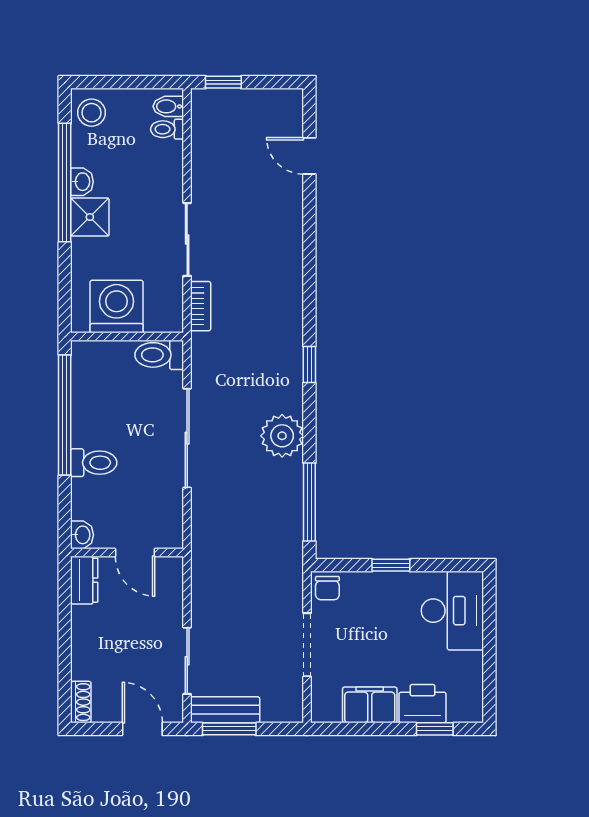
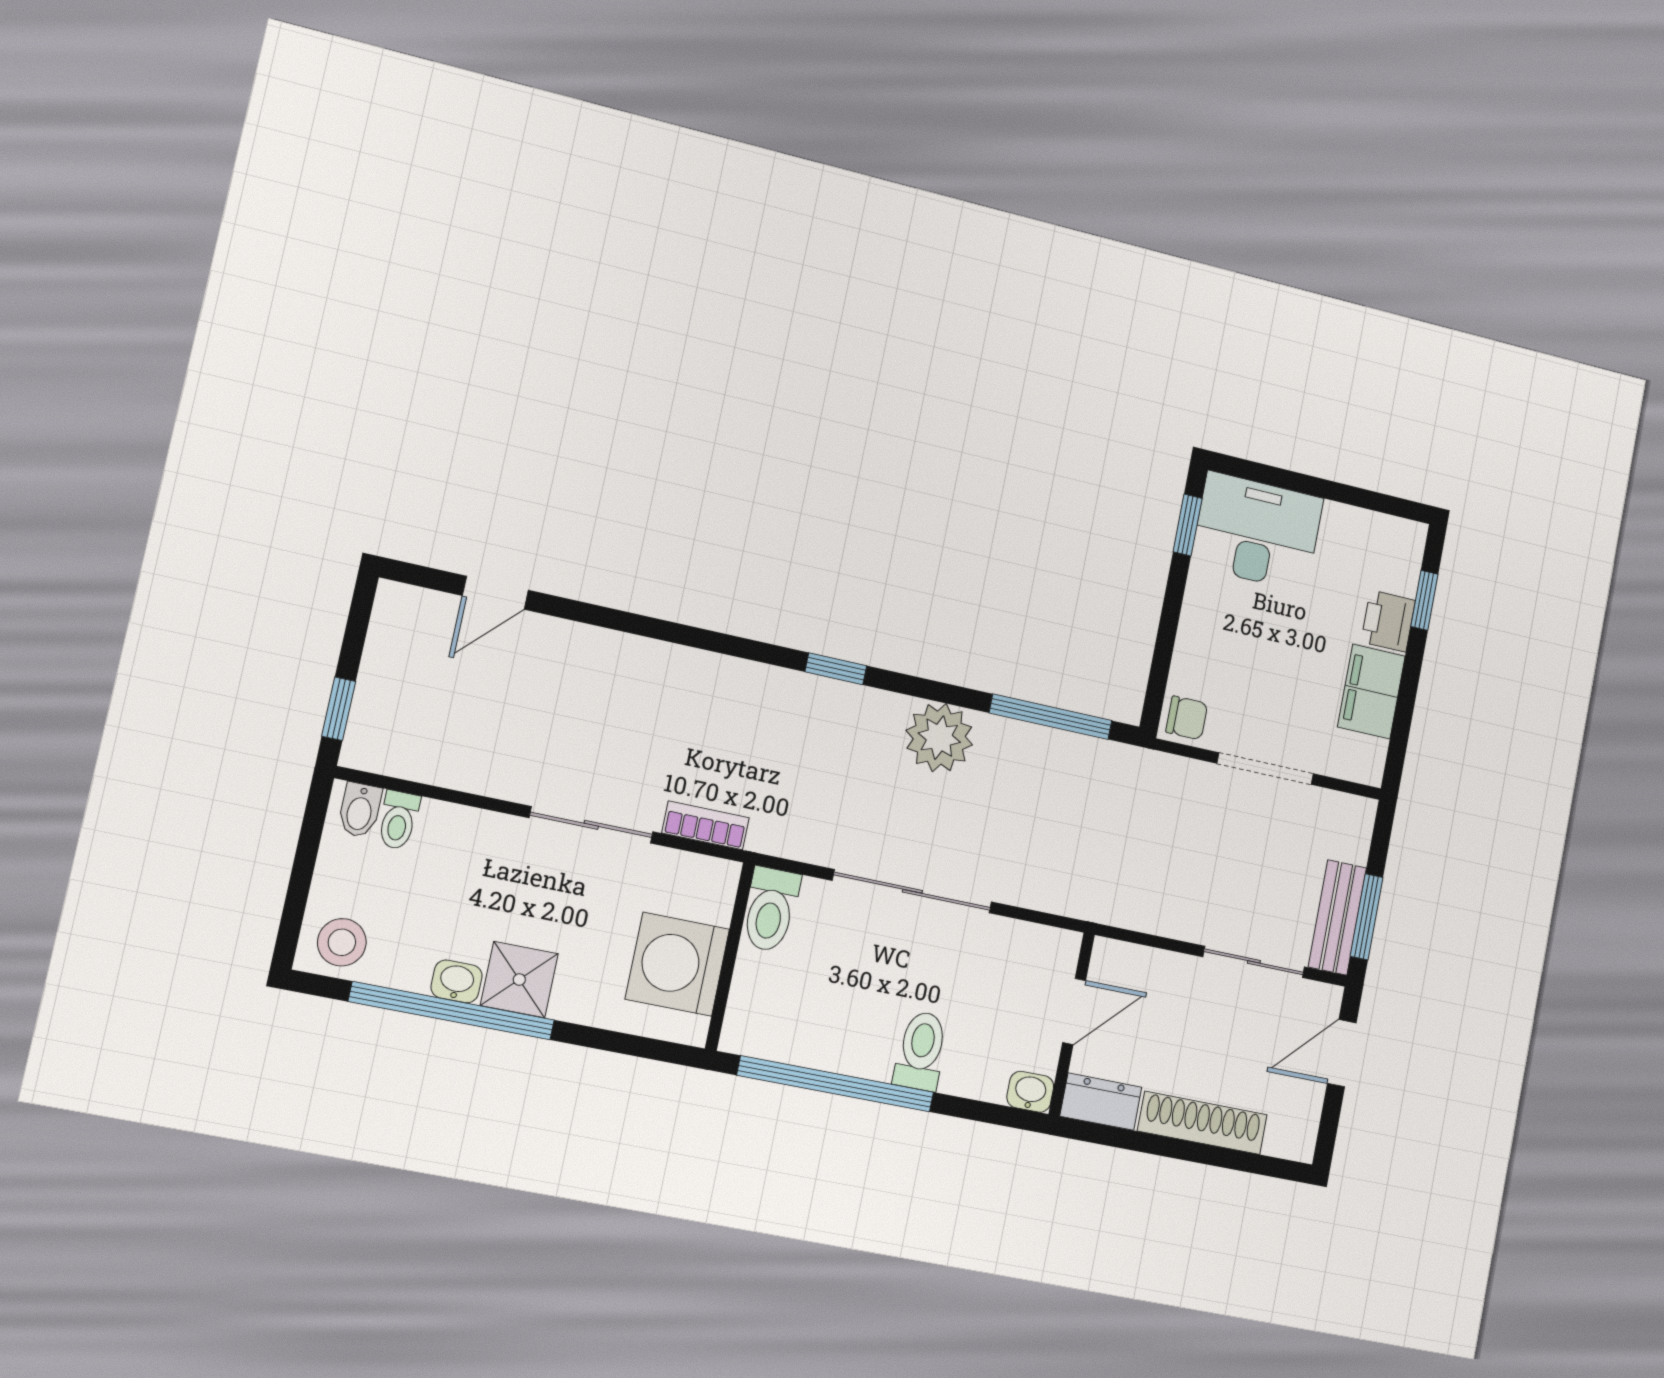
window: (391, 565) -> (1188, 525), moved
shoe rack: (81, 702) -> (1202, 1123), moved, width x1.94, depth x1.24
printer: (422, 704) -> (1388, 621), width x0.73, depth x0.81

